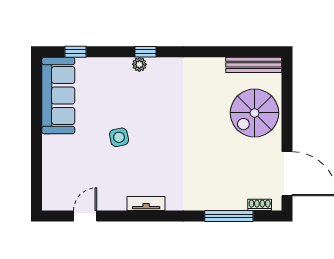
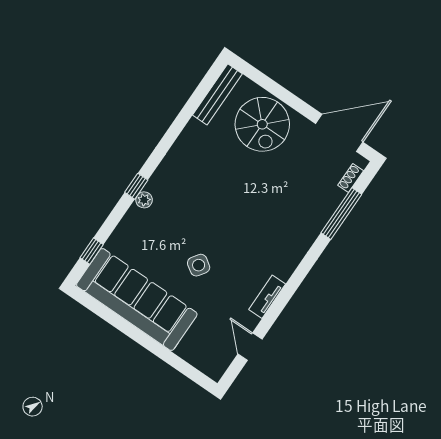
sofa: (58, 95) -> (137, 299), width x1.36, depth x1.27
side table: (119, 137) -> (199, 265), turned 45
tv unit: (146, 204) -> (267, 297), moved

